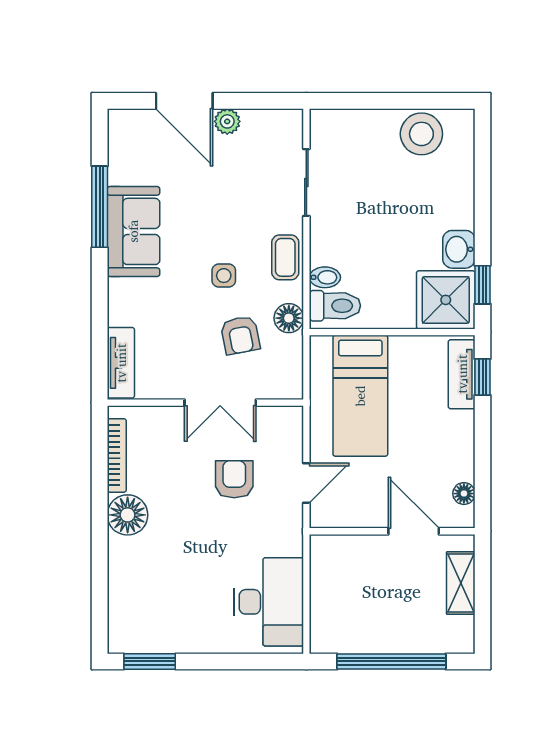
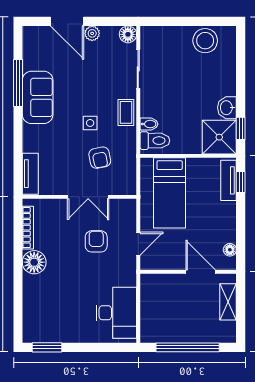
floor lamp: (289, 318) -> (128, 34), moved

